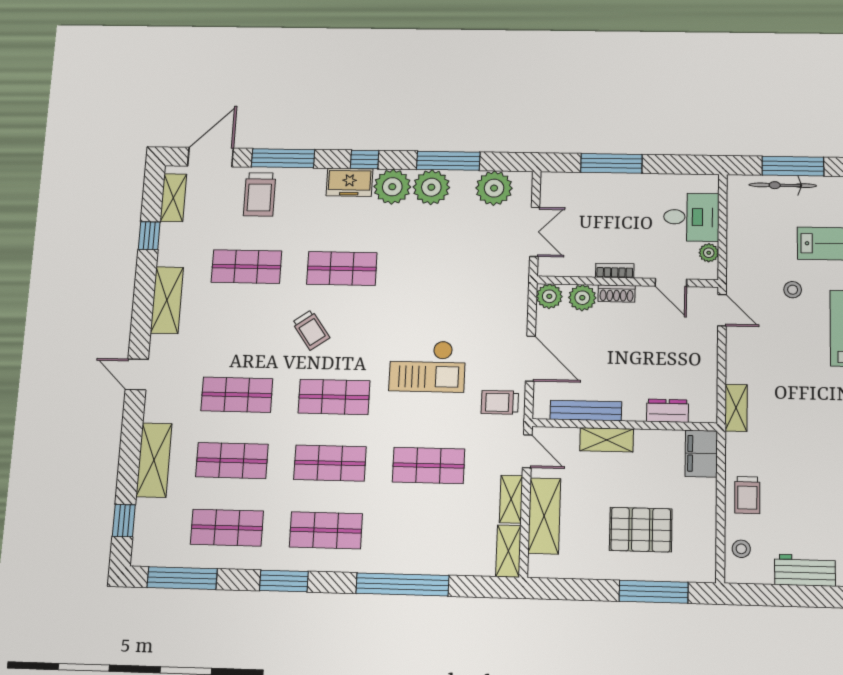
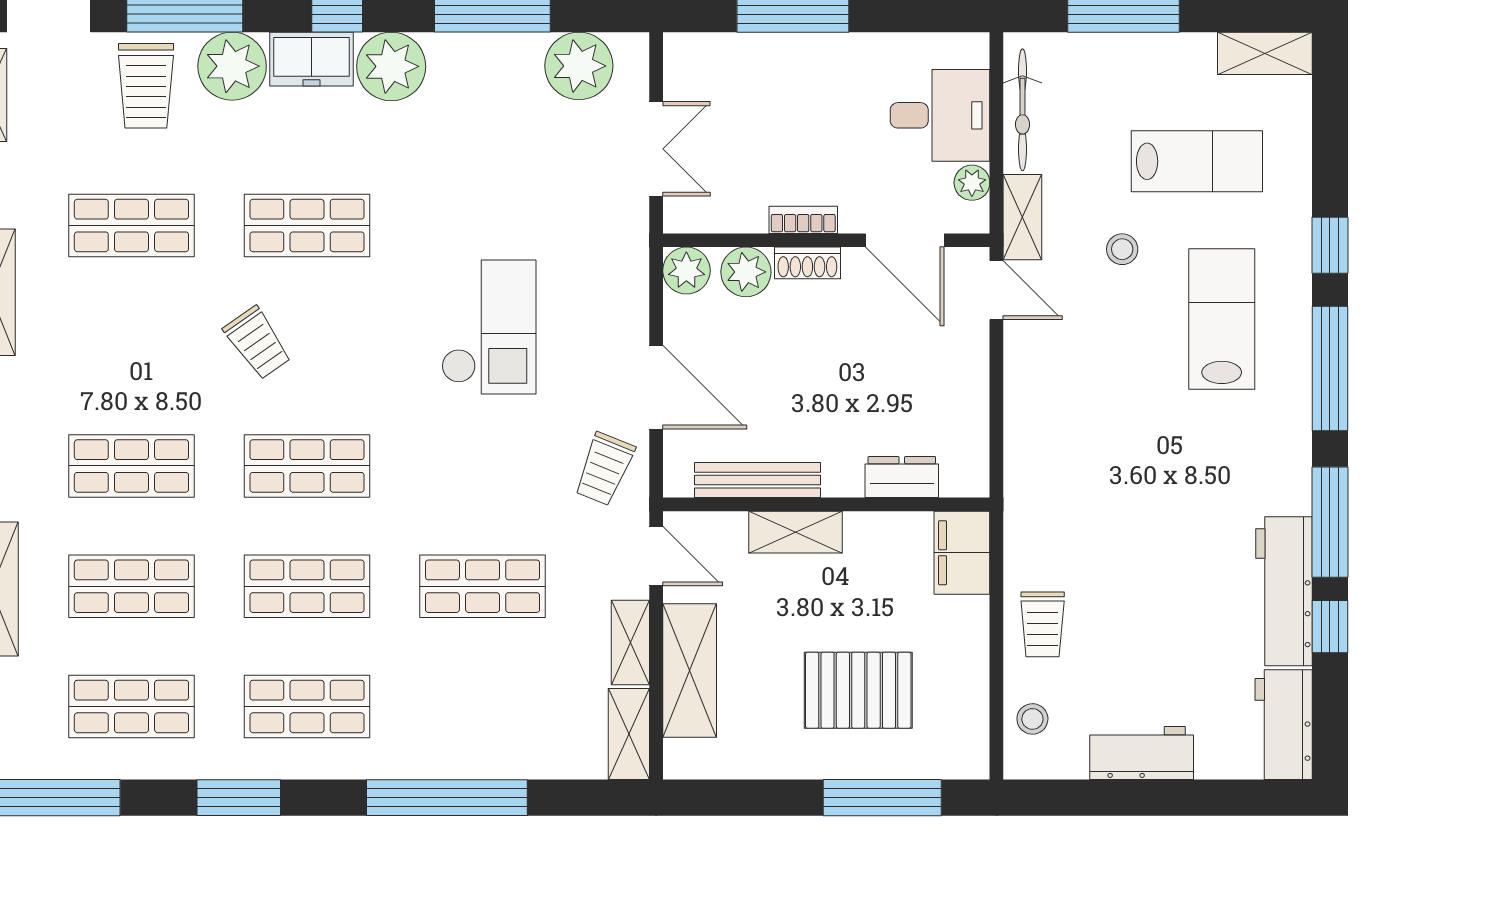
bicycle: (783, 185) -> (1022, 110), moved, turned -90
plant: (431, 187) -> (232, 66), moved
door: (671, 283) -> (905, 240), width x1.38
checkout: (427, 366) -> (489, 327), moved, turned -90
trolley: (500, 402) -> (604, 469), turned -68
shelving: (736, 408) -> (1022, 217), moved

